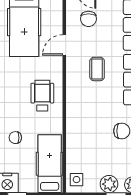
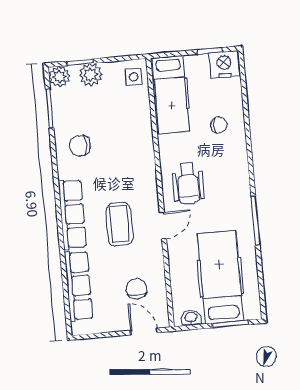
door: (64, 45) -> (163, 226), moved
coffee table: (97, 69) -> (119, 224), width x1.36, depth x1.30

